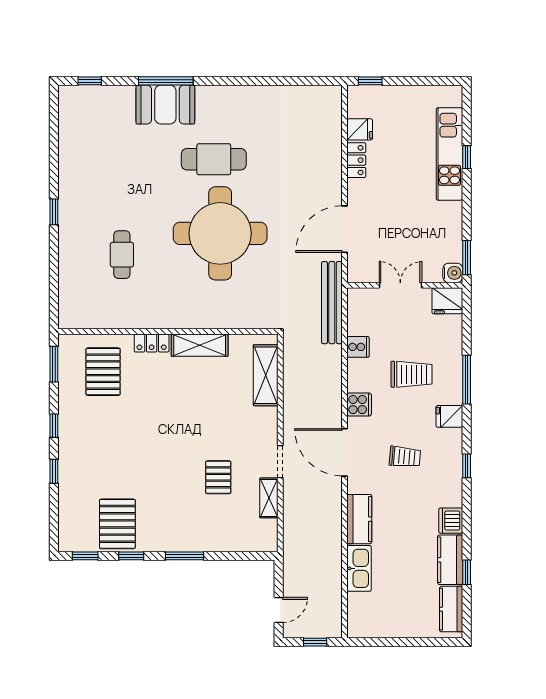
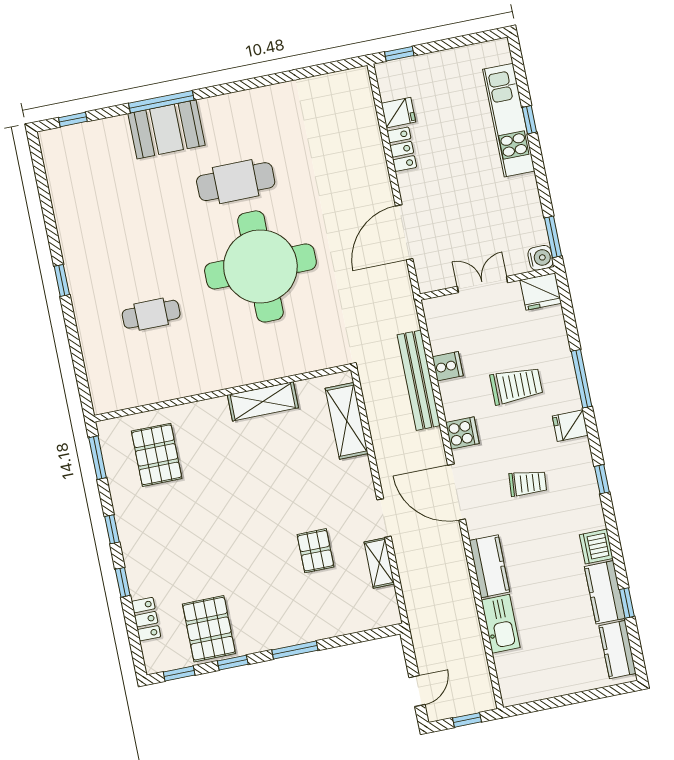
cafe table: (122, 255) -> (151, 314), turned 90
bench: (332, 303) -> (419, 380), moved
locker: (152, 343) -> (146, 619), moved, turned -90

